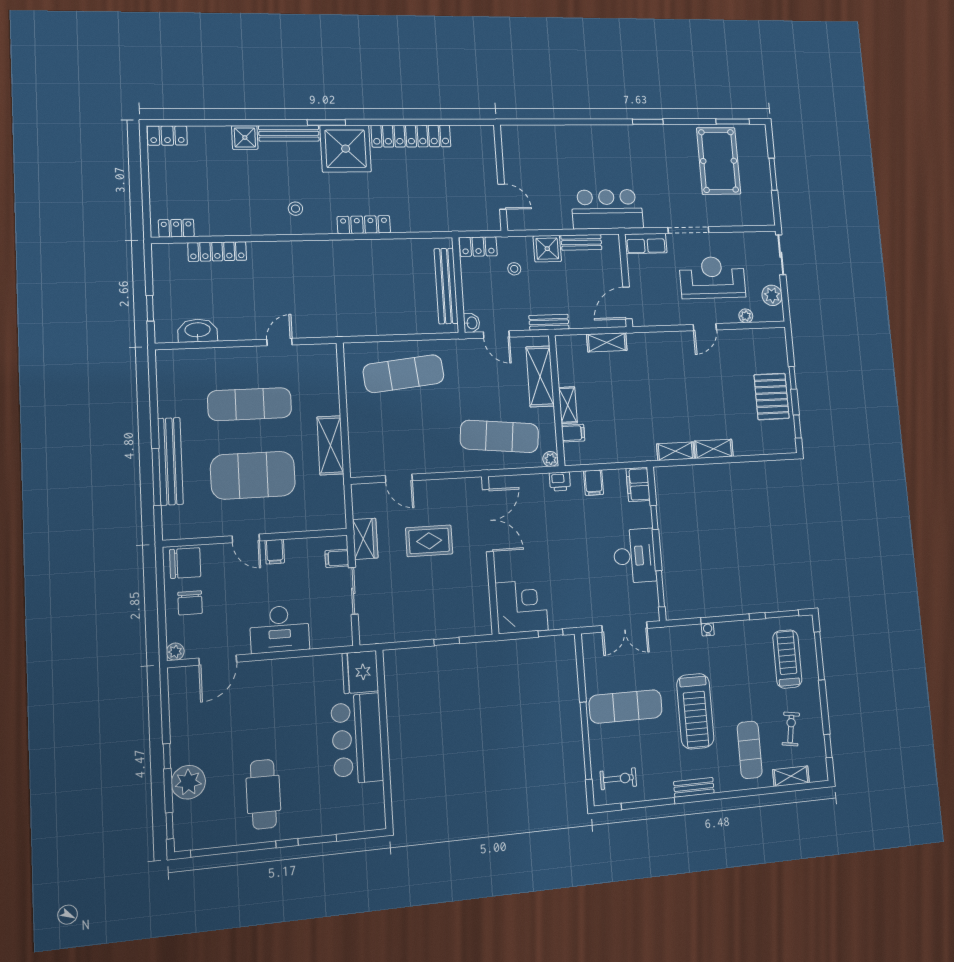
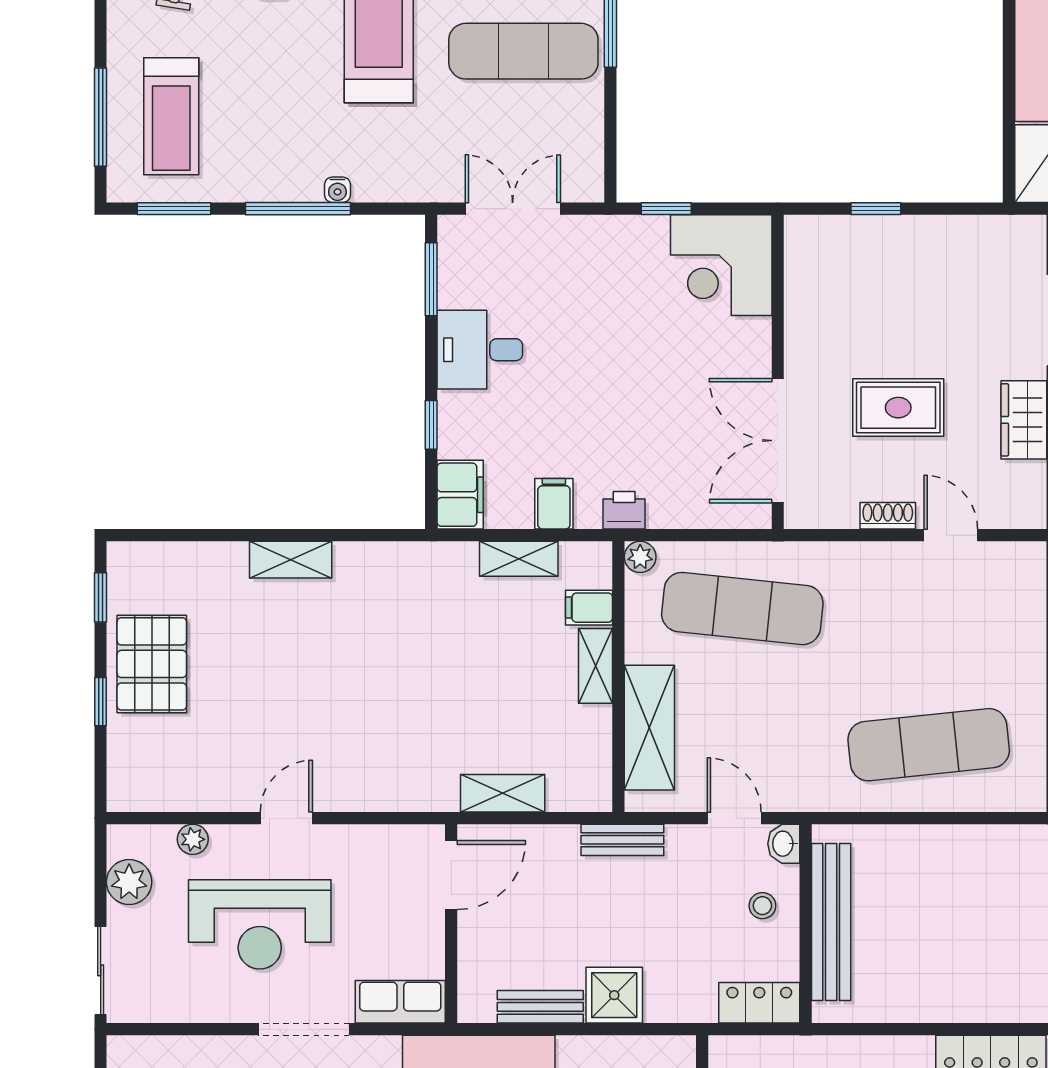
stool: (514, 269) -> (762, 906), moved
shelving: (675, 451) -> (519, 559), moved
shoe rack: (431, 486) -> (888, 516), added
desk: (635, 556) -> (480, 350), width x0.73

